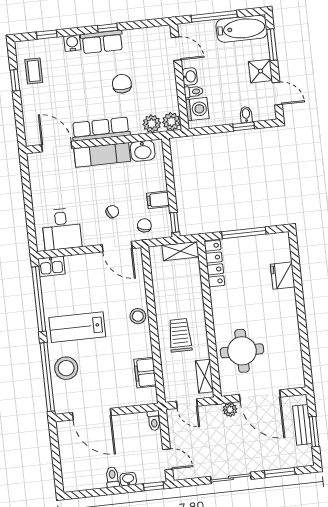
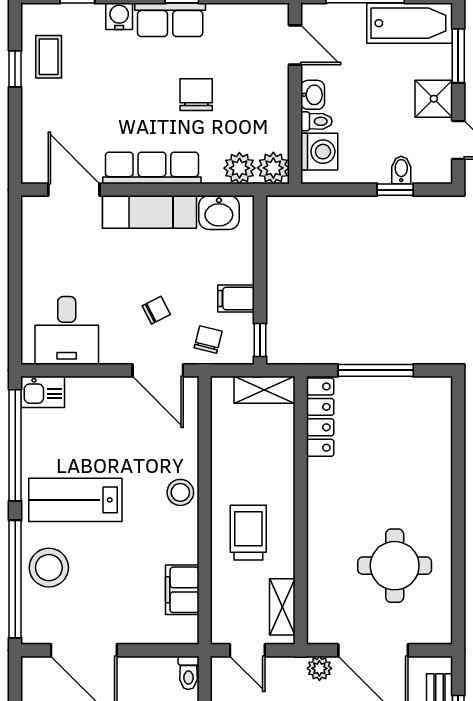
fridge: (283, 276) -> (434, 450), removed
round table: (242, 351) -> (395, 566), moved

